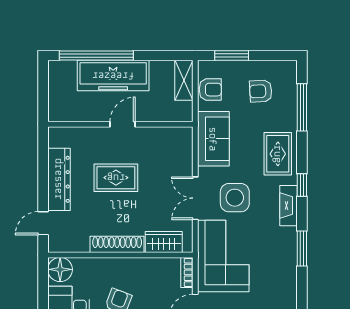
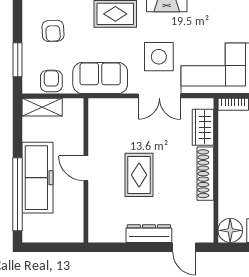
dresser: (59, 179) -> (149, 234), width x0.73, depth x0.80

